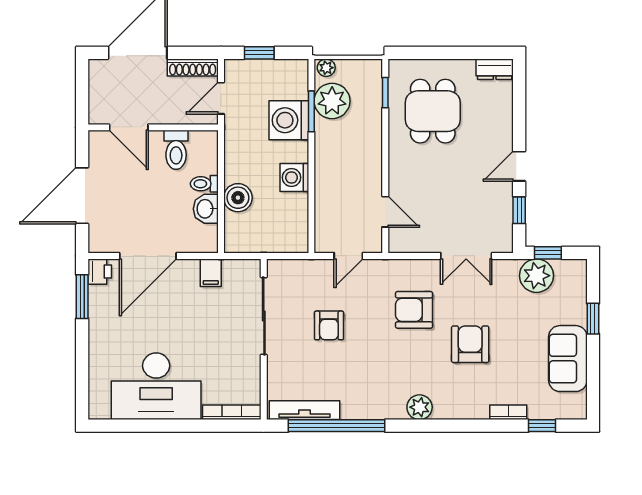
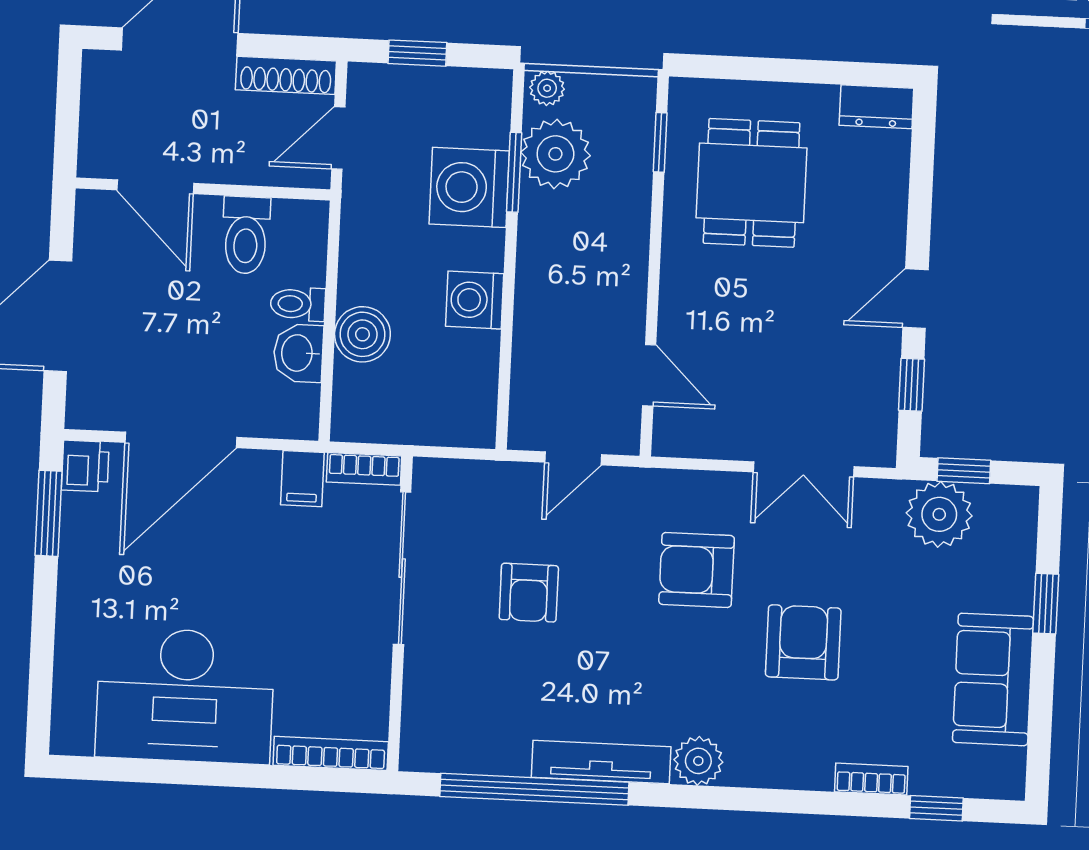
bookcase: (242, 266) -> (364, 469), added
tv unit: (304, 410) -> (601, 762), moved

